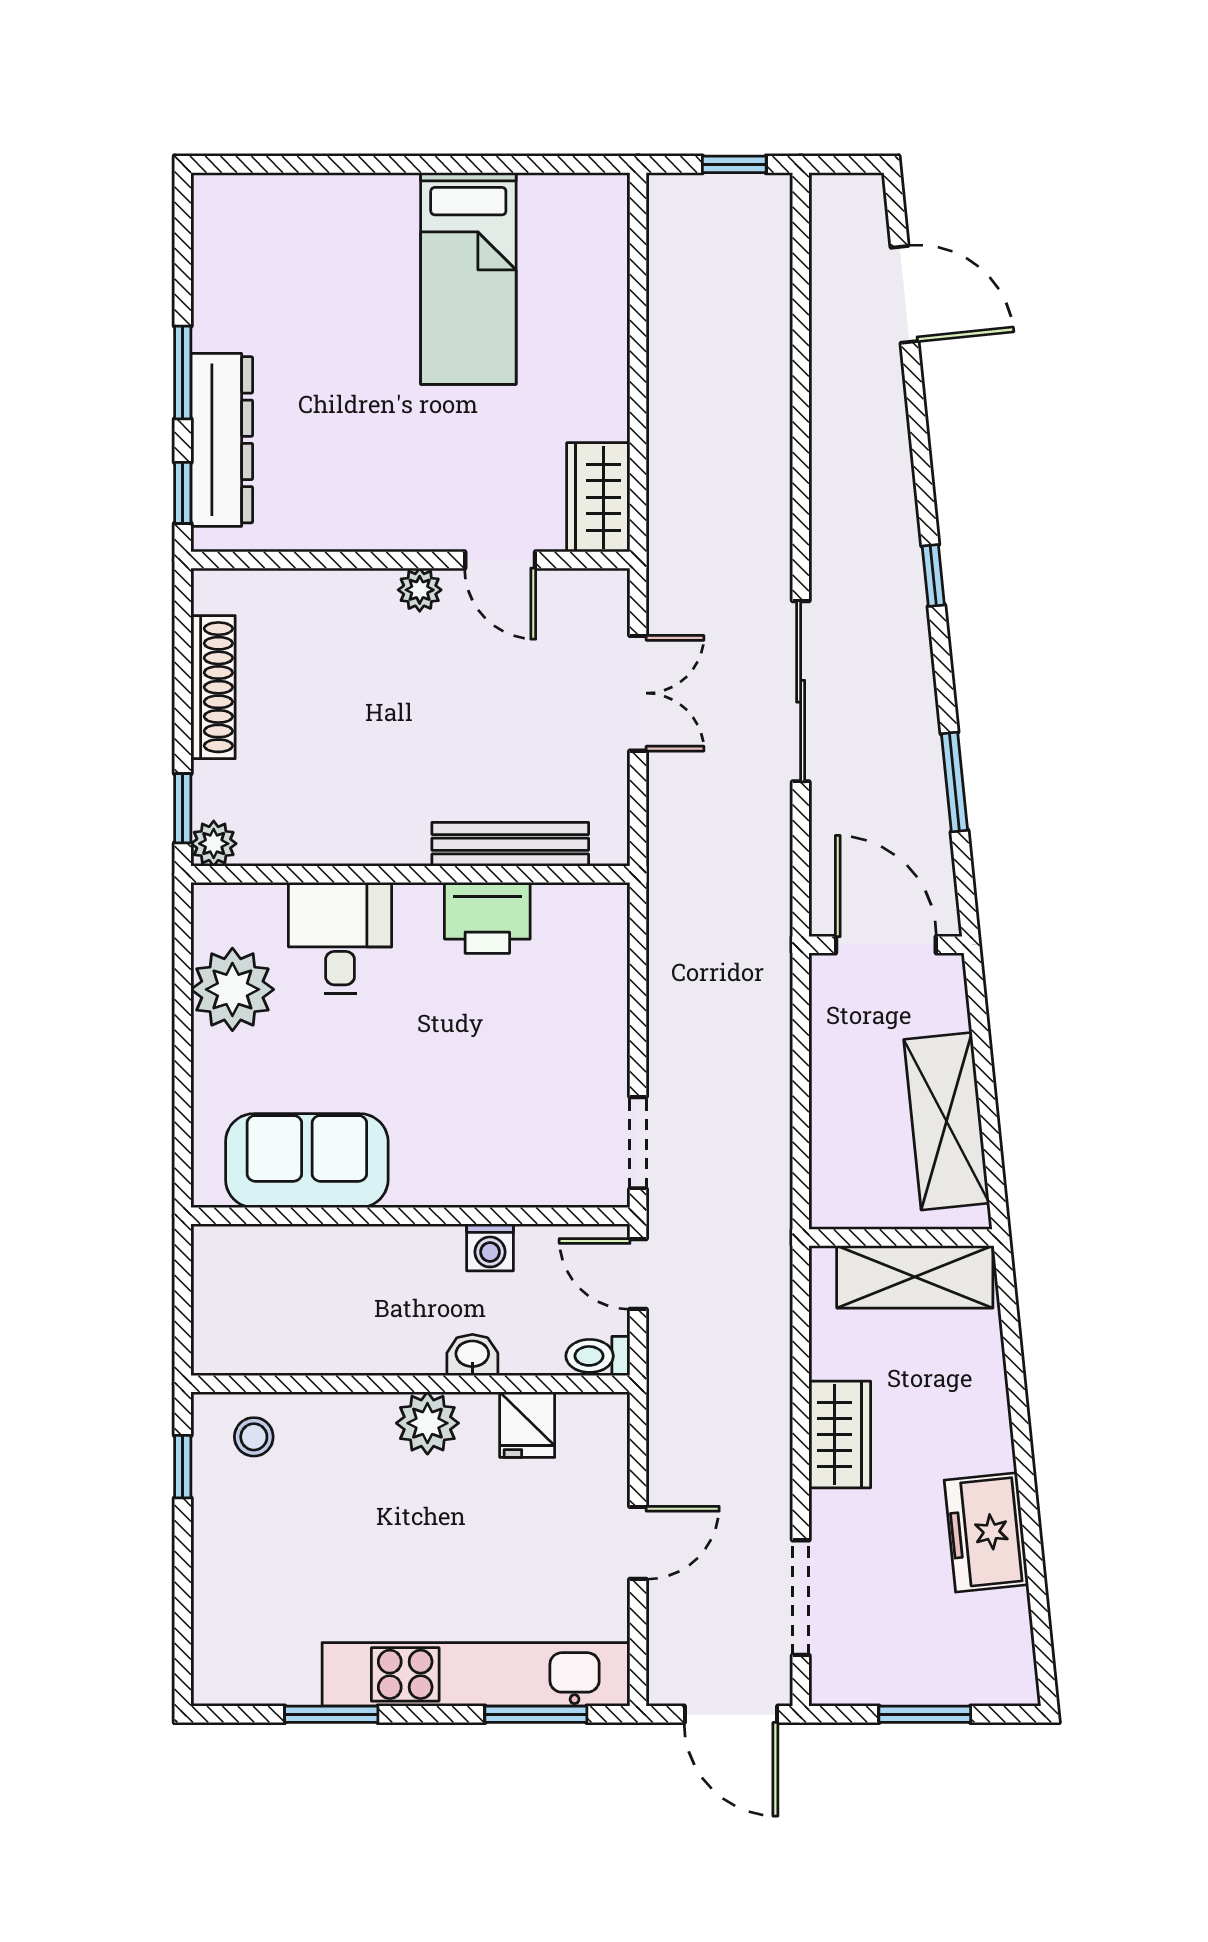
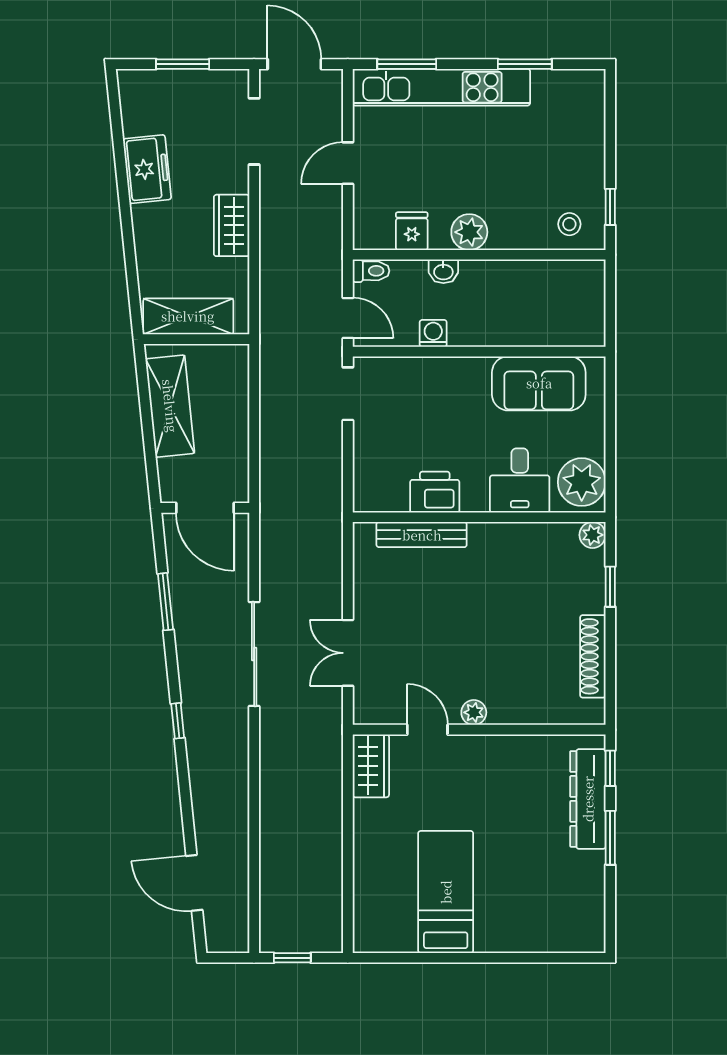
plant: (214, 844) -> (593, 535), moved
bench: (510, 844) -> (422, 535), moved
wall: (410, 874) -> (479, 517), moved
printer: (487, 918) -> (435, 492), moved
desk: (340, 938) -> (520, 480), moved

